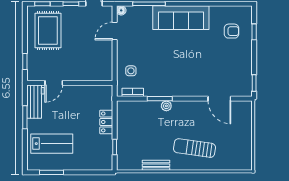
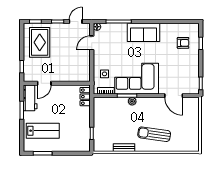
sofa: (181, 18) -> (144, 32), width x0.73
corner sofa: (172, 77) -> (137, 79), added
locker: (106, 122) -> (85, 97), moved

